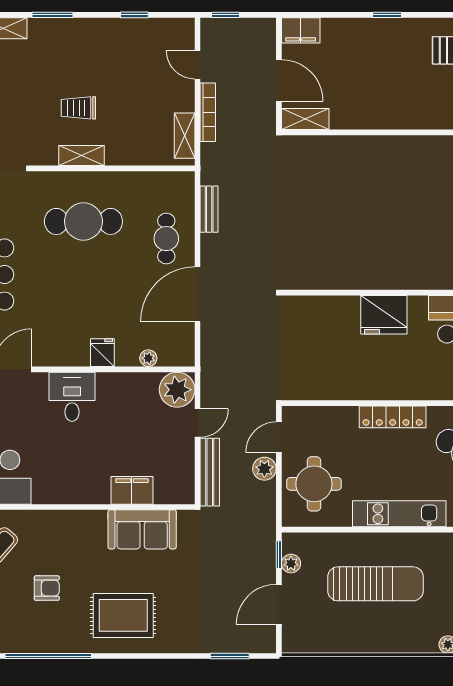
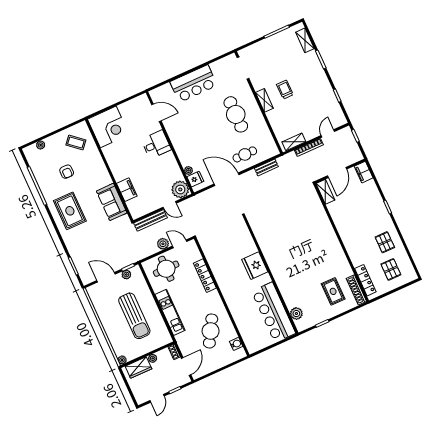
fridge: (102, 353) -> (195, 179), moved
locker: (393, 417) -> (205, 276), moved

